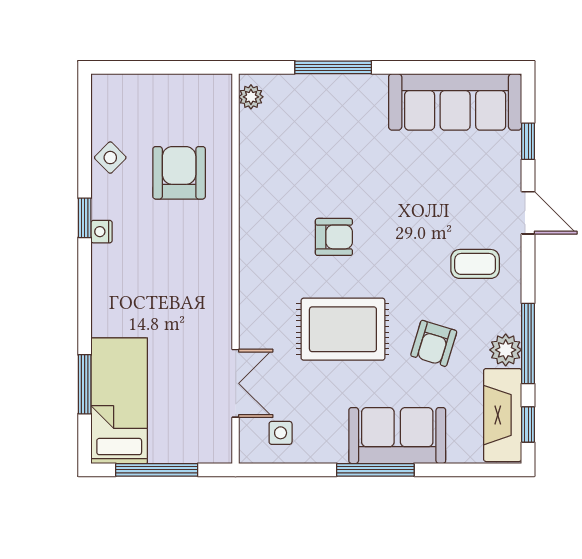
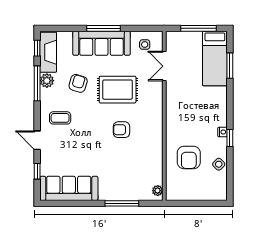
sofa: (397, 436) -> (102, 43), width x1.36

